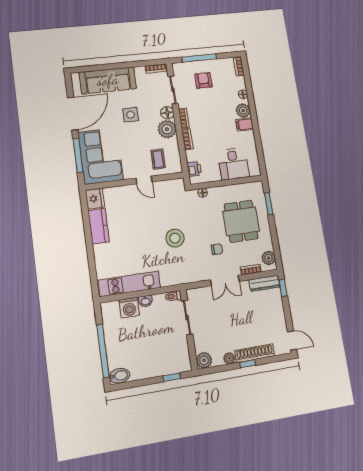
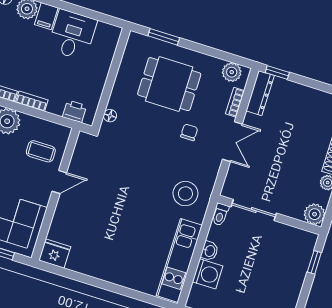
desk: (233, 164) -> (72, 35), moved, turned -90
kitchen counter: (99, 226) -> (91, 265), removed
stool: (175, 238) -> (185, 194), moved

